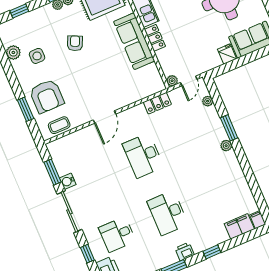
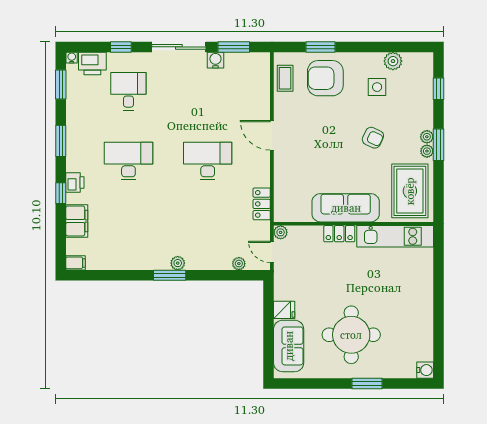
window: (229, 128) -> (170, 275), moved
filing cabinet: (239, 226) -> (77, 221), moved
printer: (185, 251) -> (75, 183), moved

